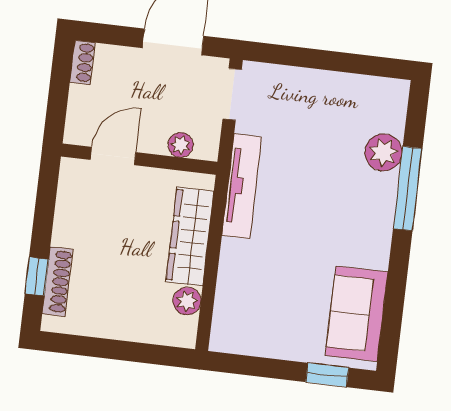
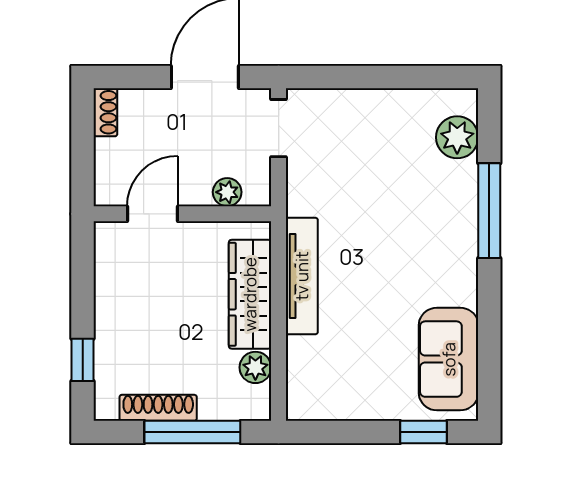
plant: (383, 152) -> (457, 137), moved
tv unit: (242, 186) -> (302, 276), moved
shoe rack: (58, 281) -> (158, 408), moved, turned -90
window: (125, 351) -> (192, 432), added

